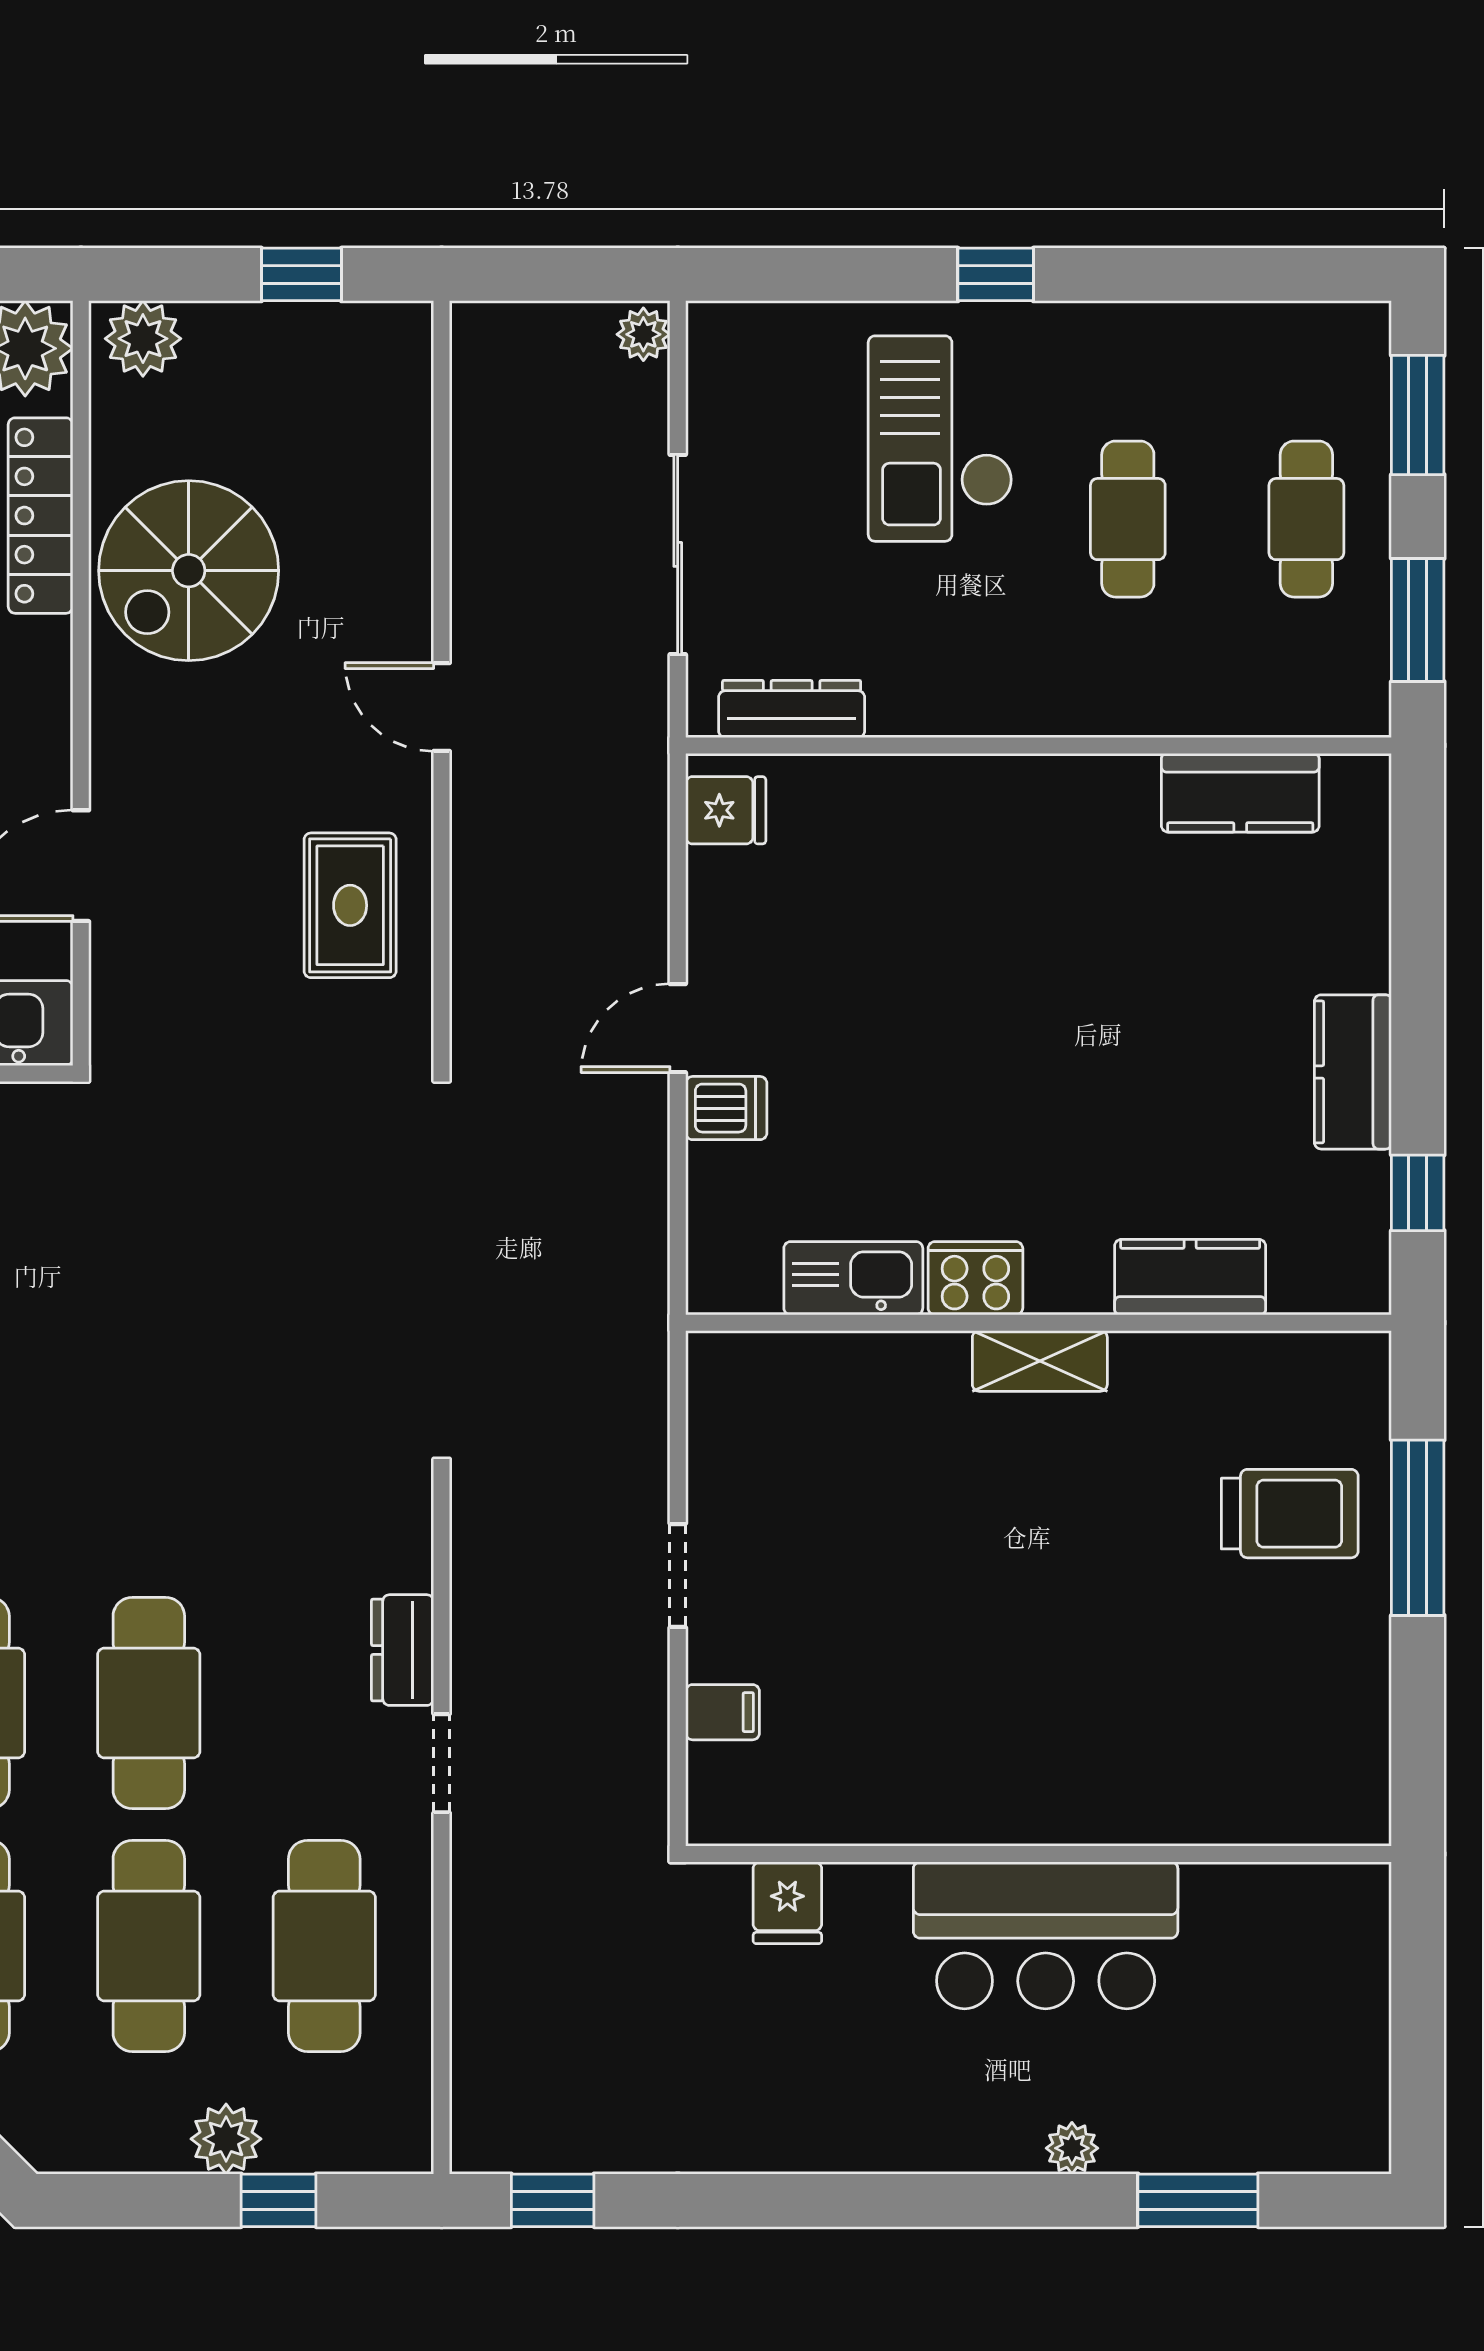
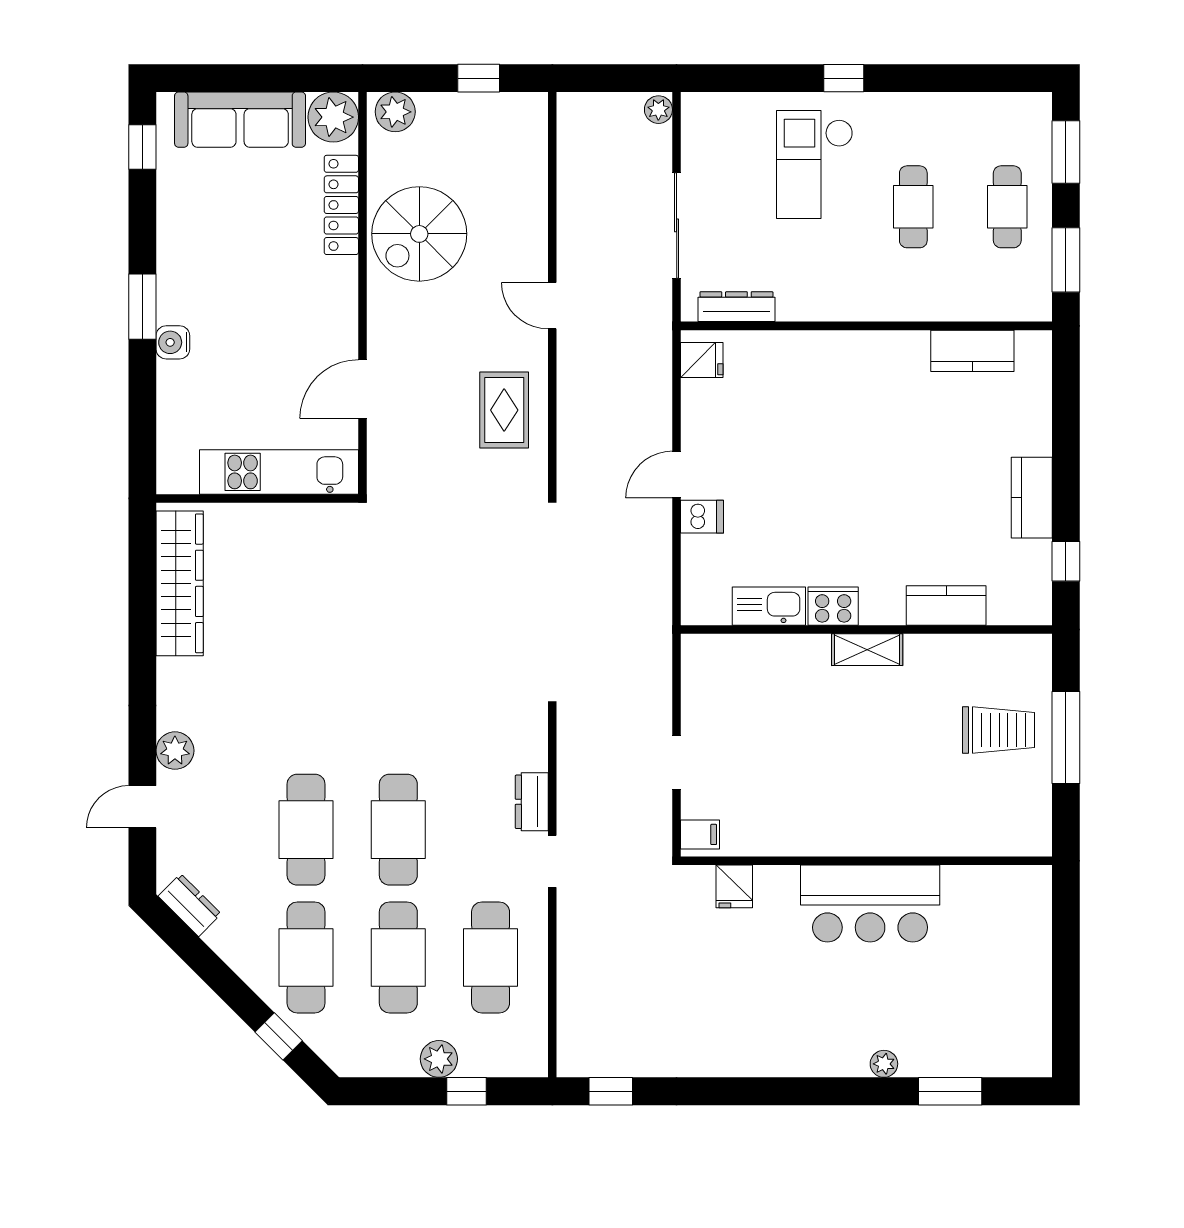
wall: (1039, 1854) -> (866, 861), moved
fridge: (787, 1903) -> (734, 886), moved
bar counter: (1046, 1935) -> (870, 904), moved

